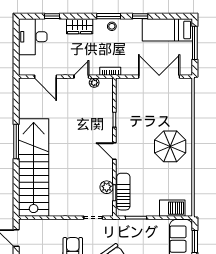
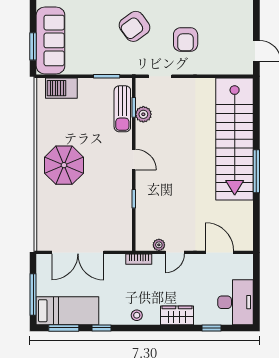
window: (109, 16) -> (64, 328), moved

